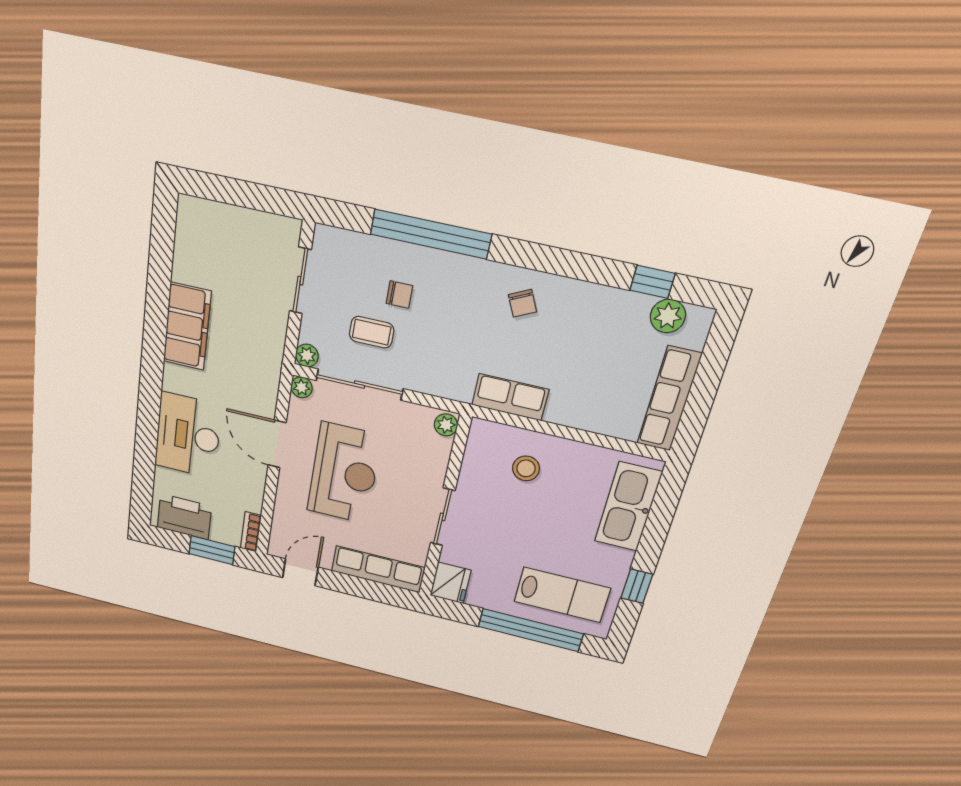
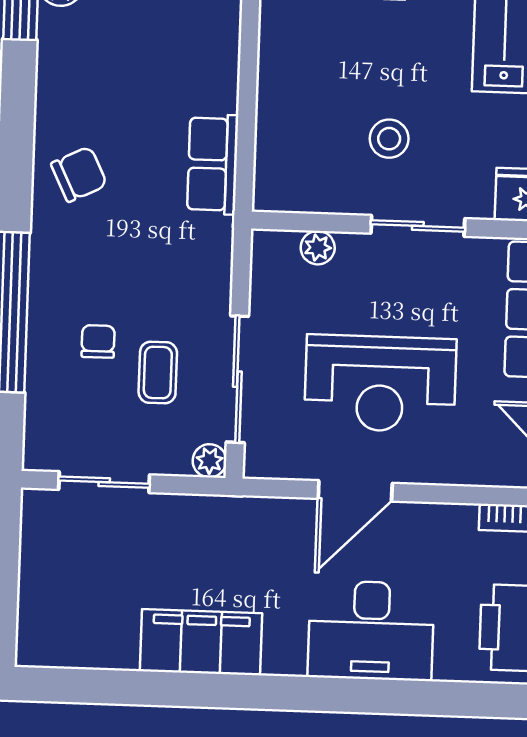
chair: (522, 303) -> (79, 174), width x1.37, depth x1.37
plant: (302, 387) -> (259, 463), removed
plant: (446, 425) -> (318, 248), moved
stool: (526, 468) -> (389, 139), moved
reception desk: (344, 473) -> (380, 384), turned 180

